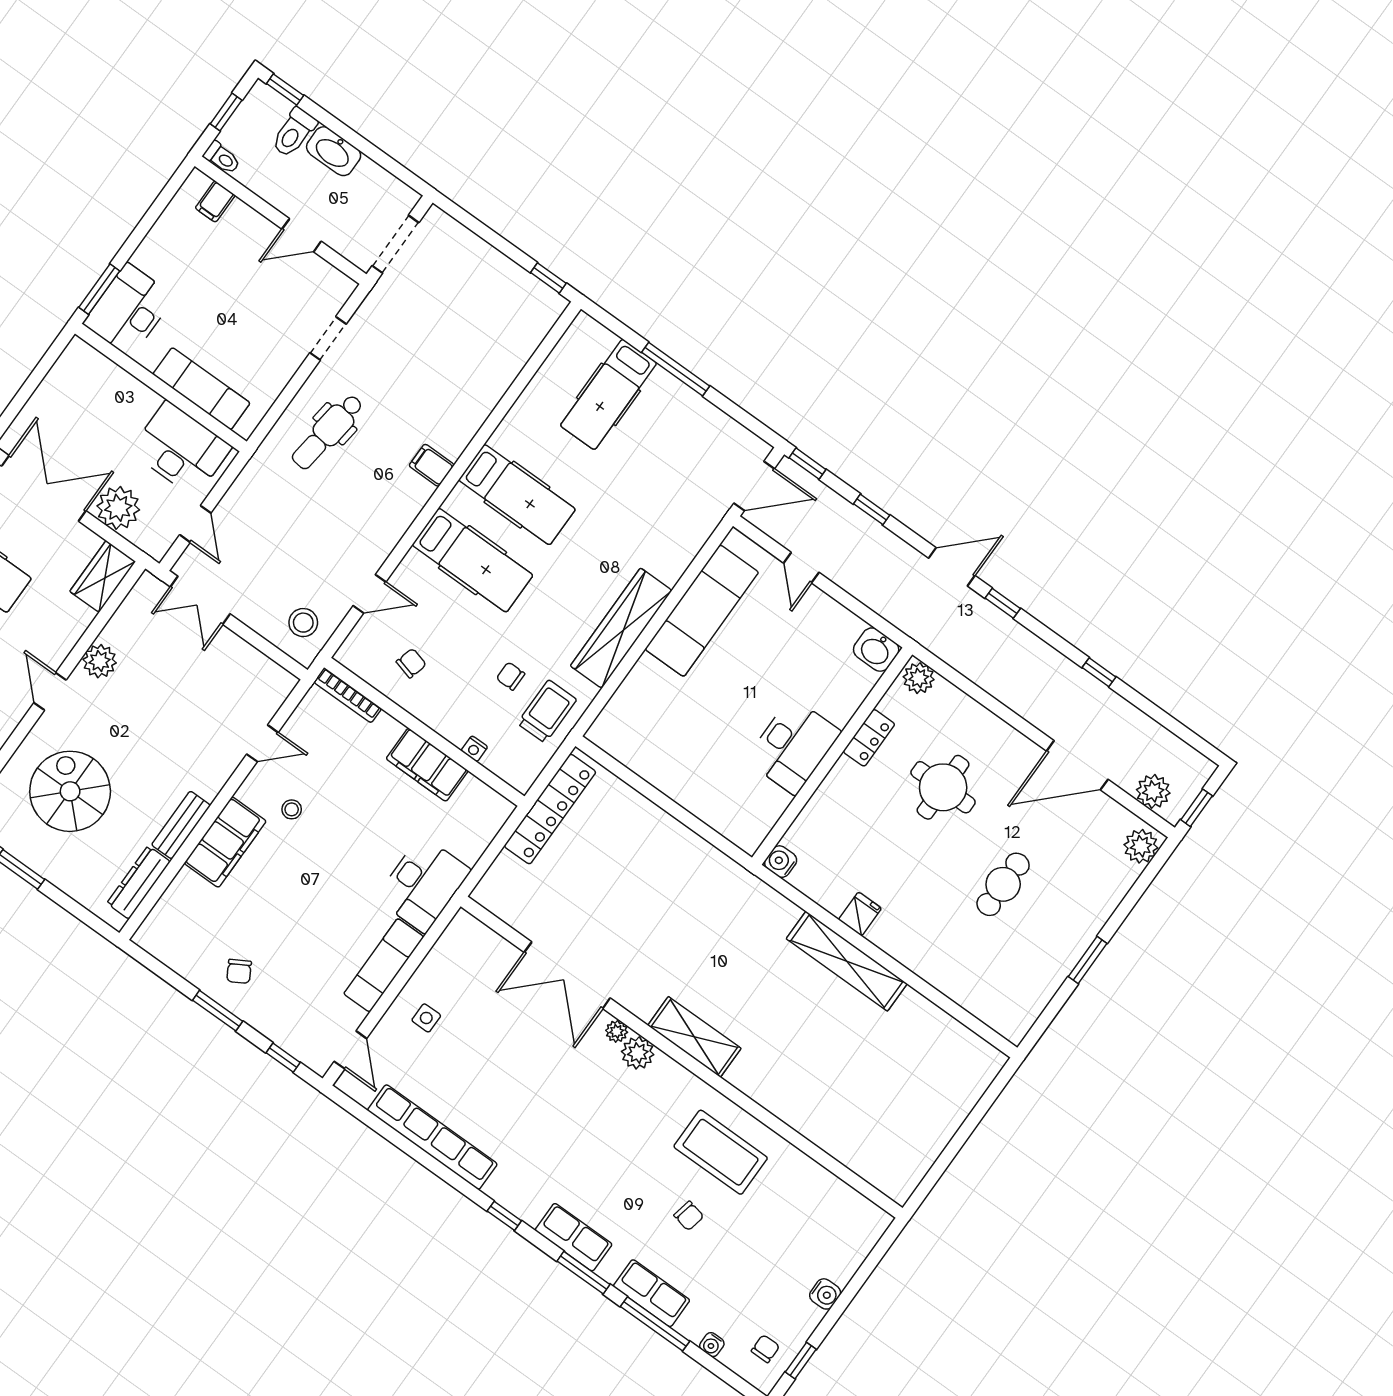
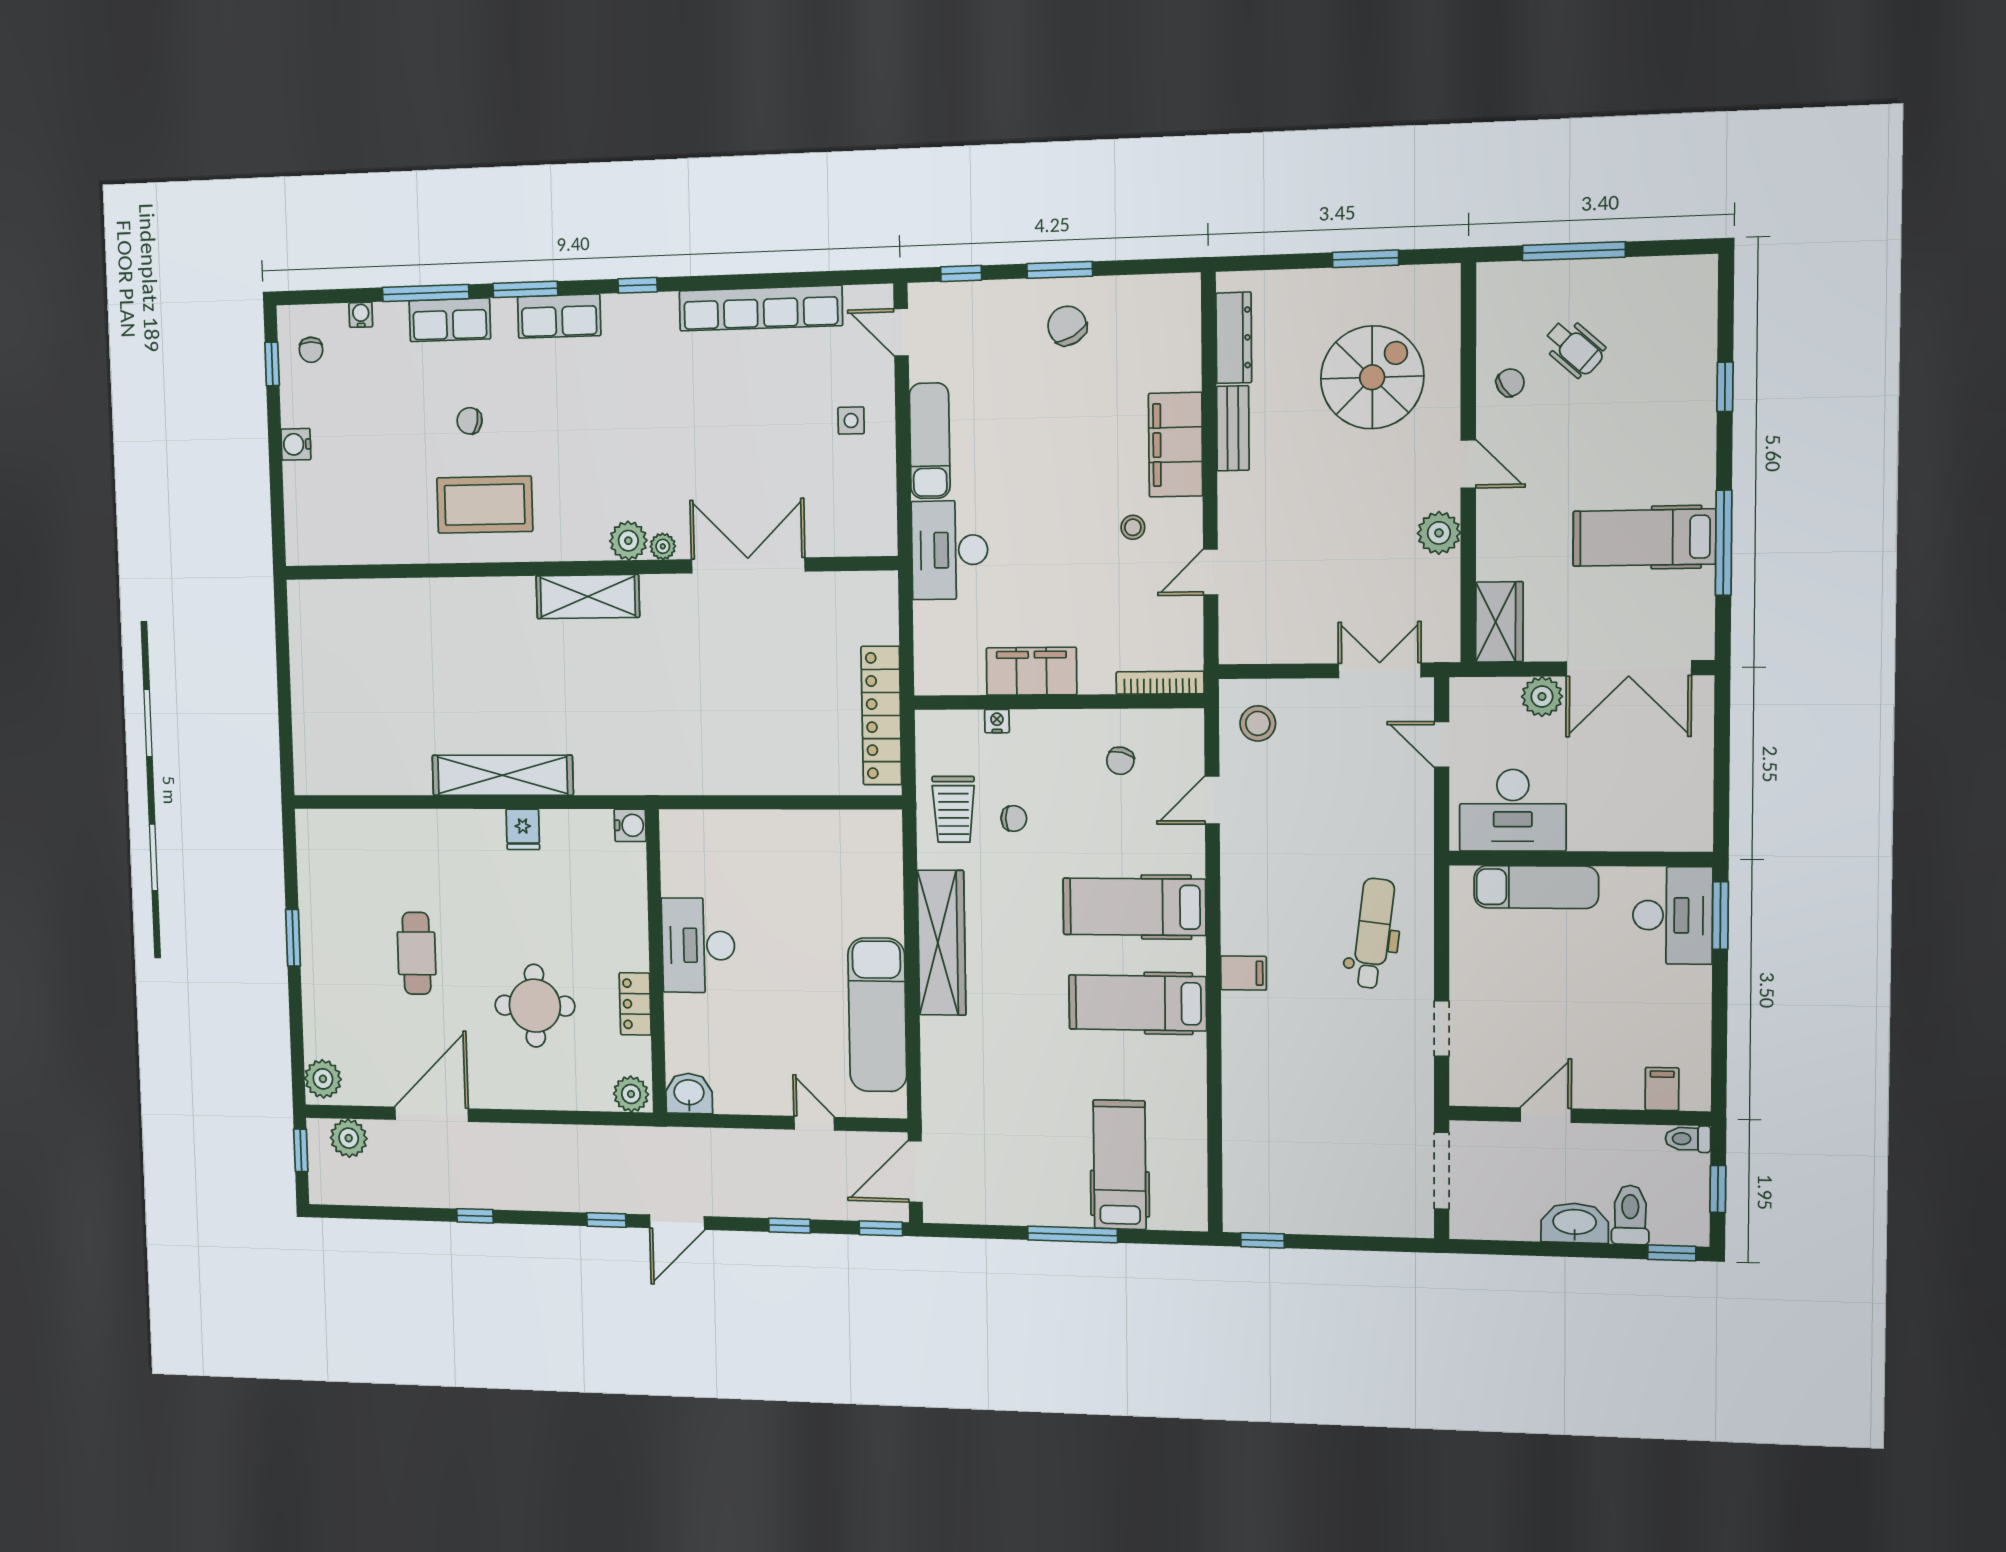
plant: (118, 508) -> (1542, 697), width x0.73, depth x0.73
spiral stairs: (70, 791) -> (1372, 377), turned -90
chair: (239, 971) -> (1067, 326), width x1.37, depth x1.37

